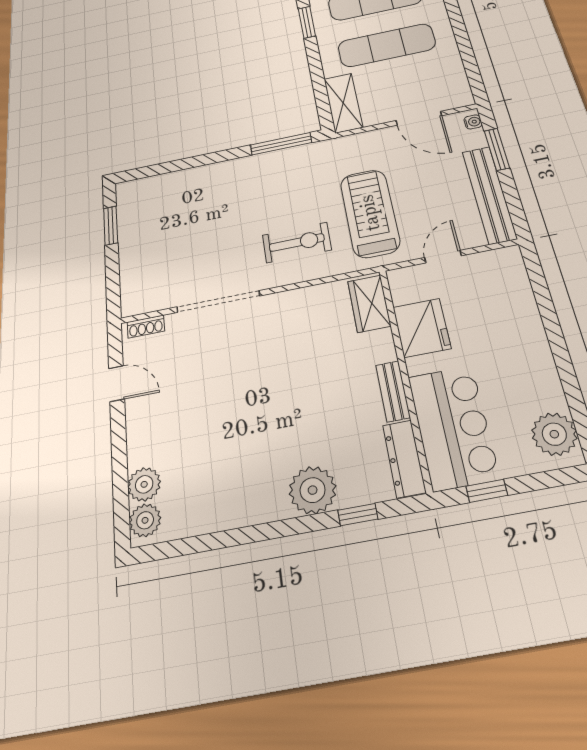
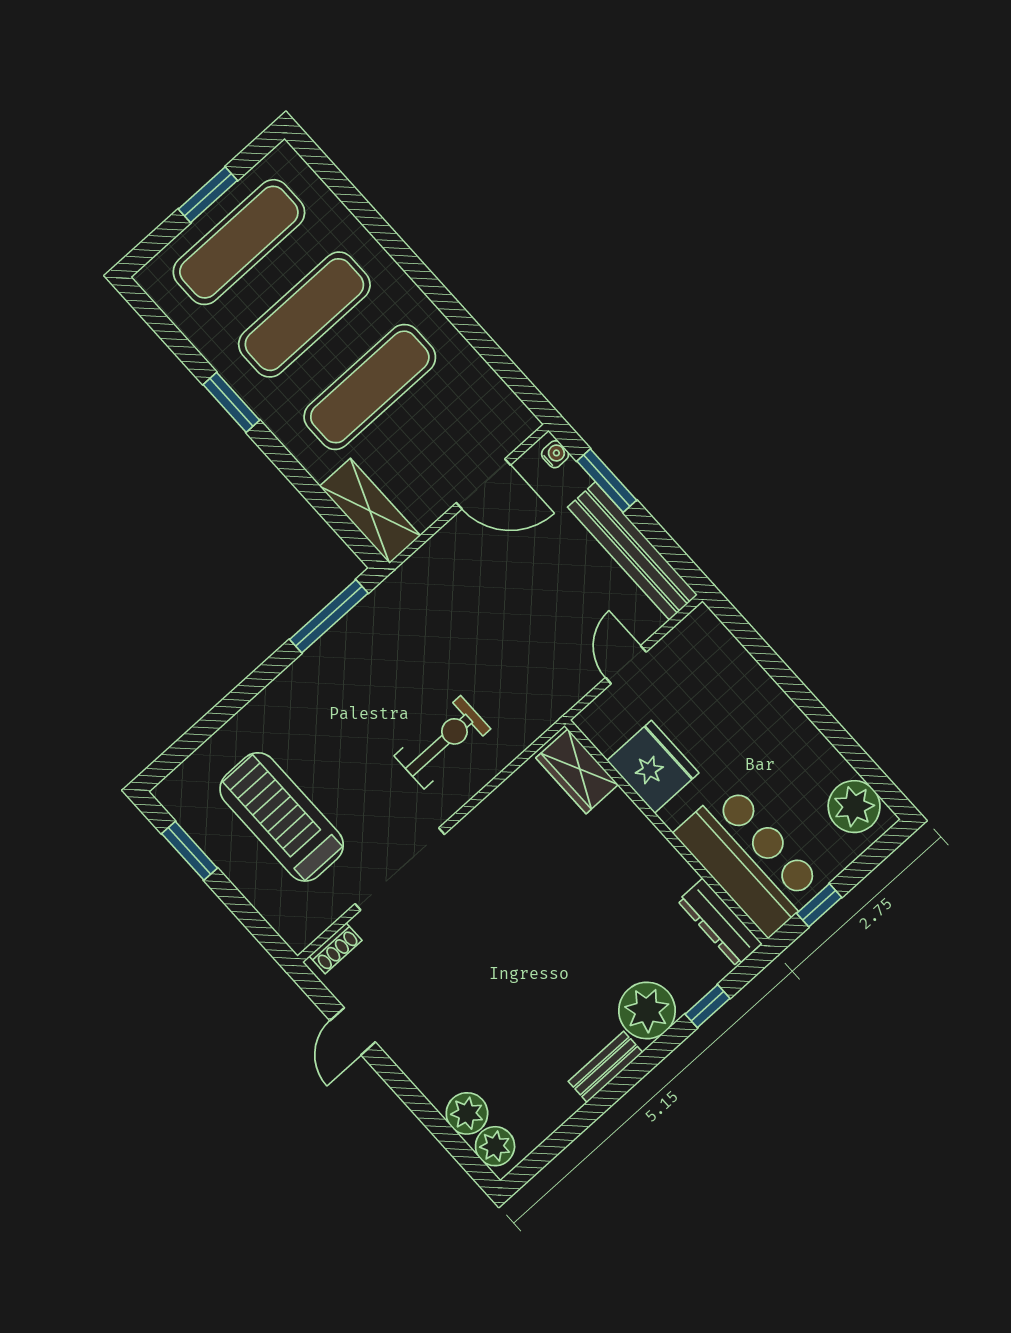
treadmill: (370, 213) -> (282, 817), moved
door: (117, 384) -> (353, 1031), swing flipped
bench: (393, 391) -> (605, 1067), moved, turned 90

